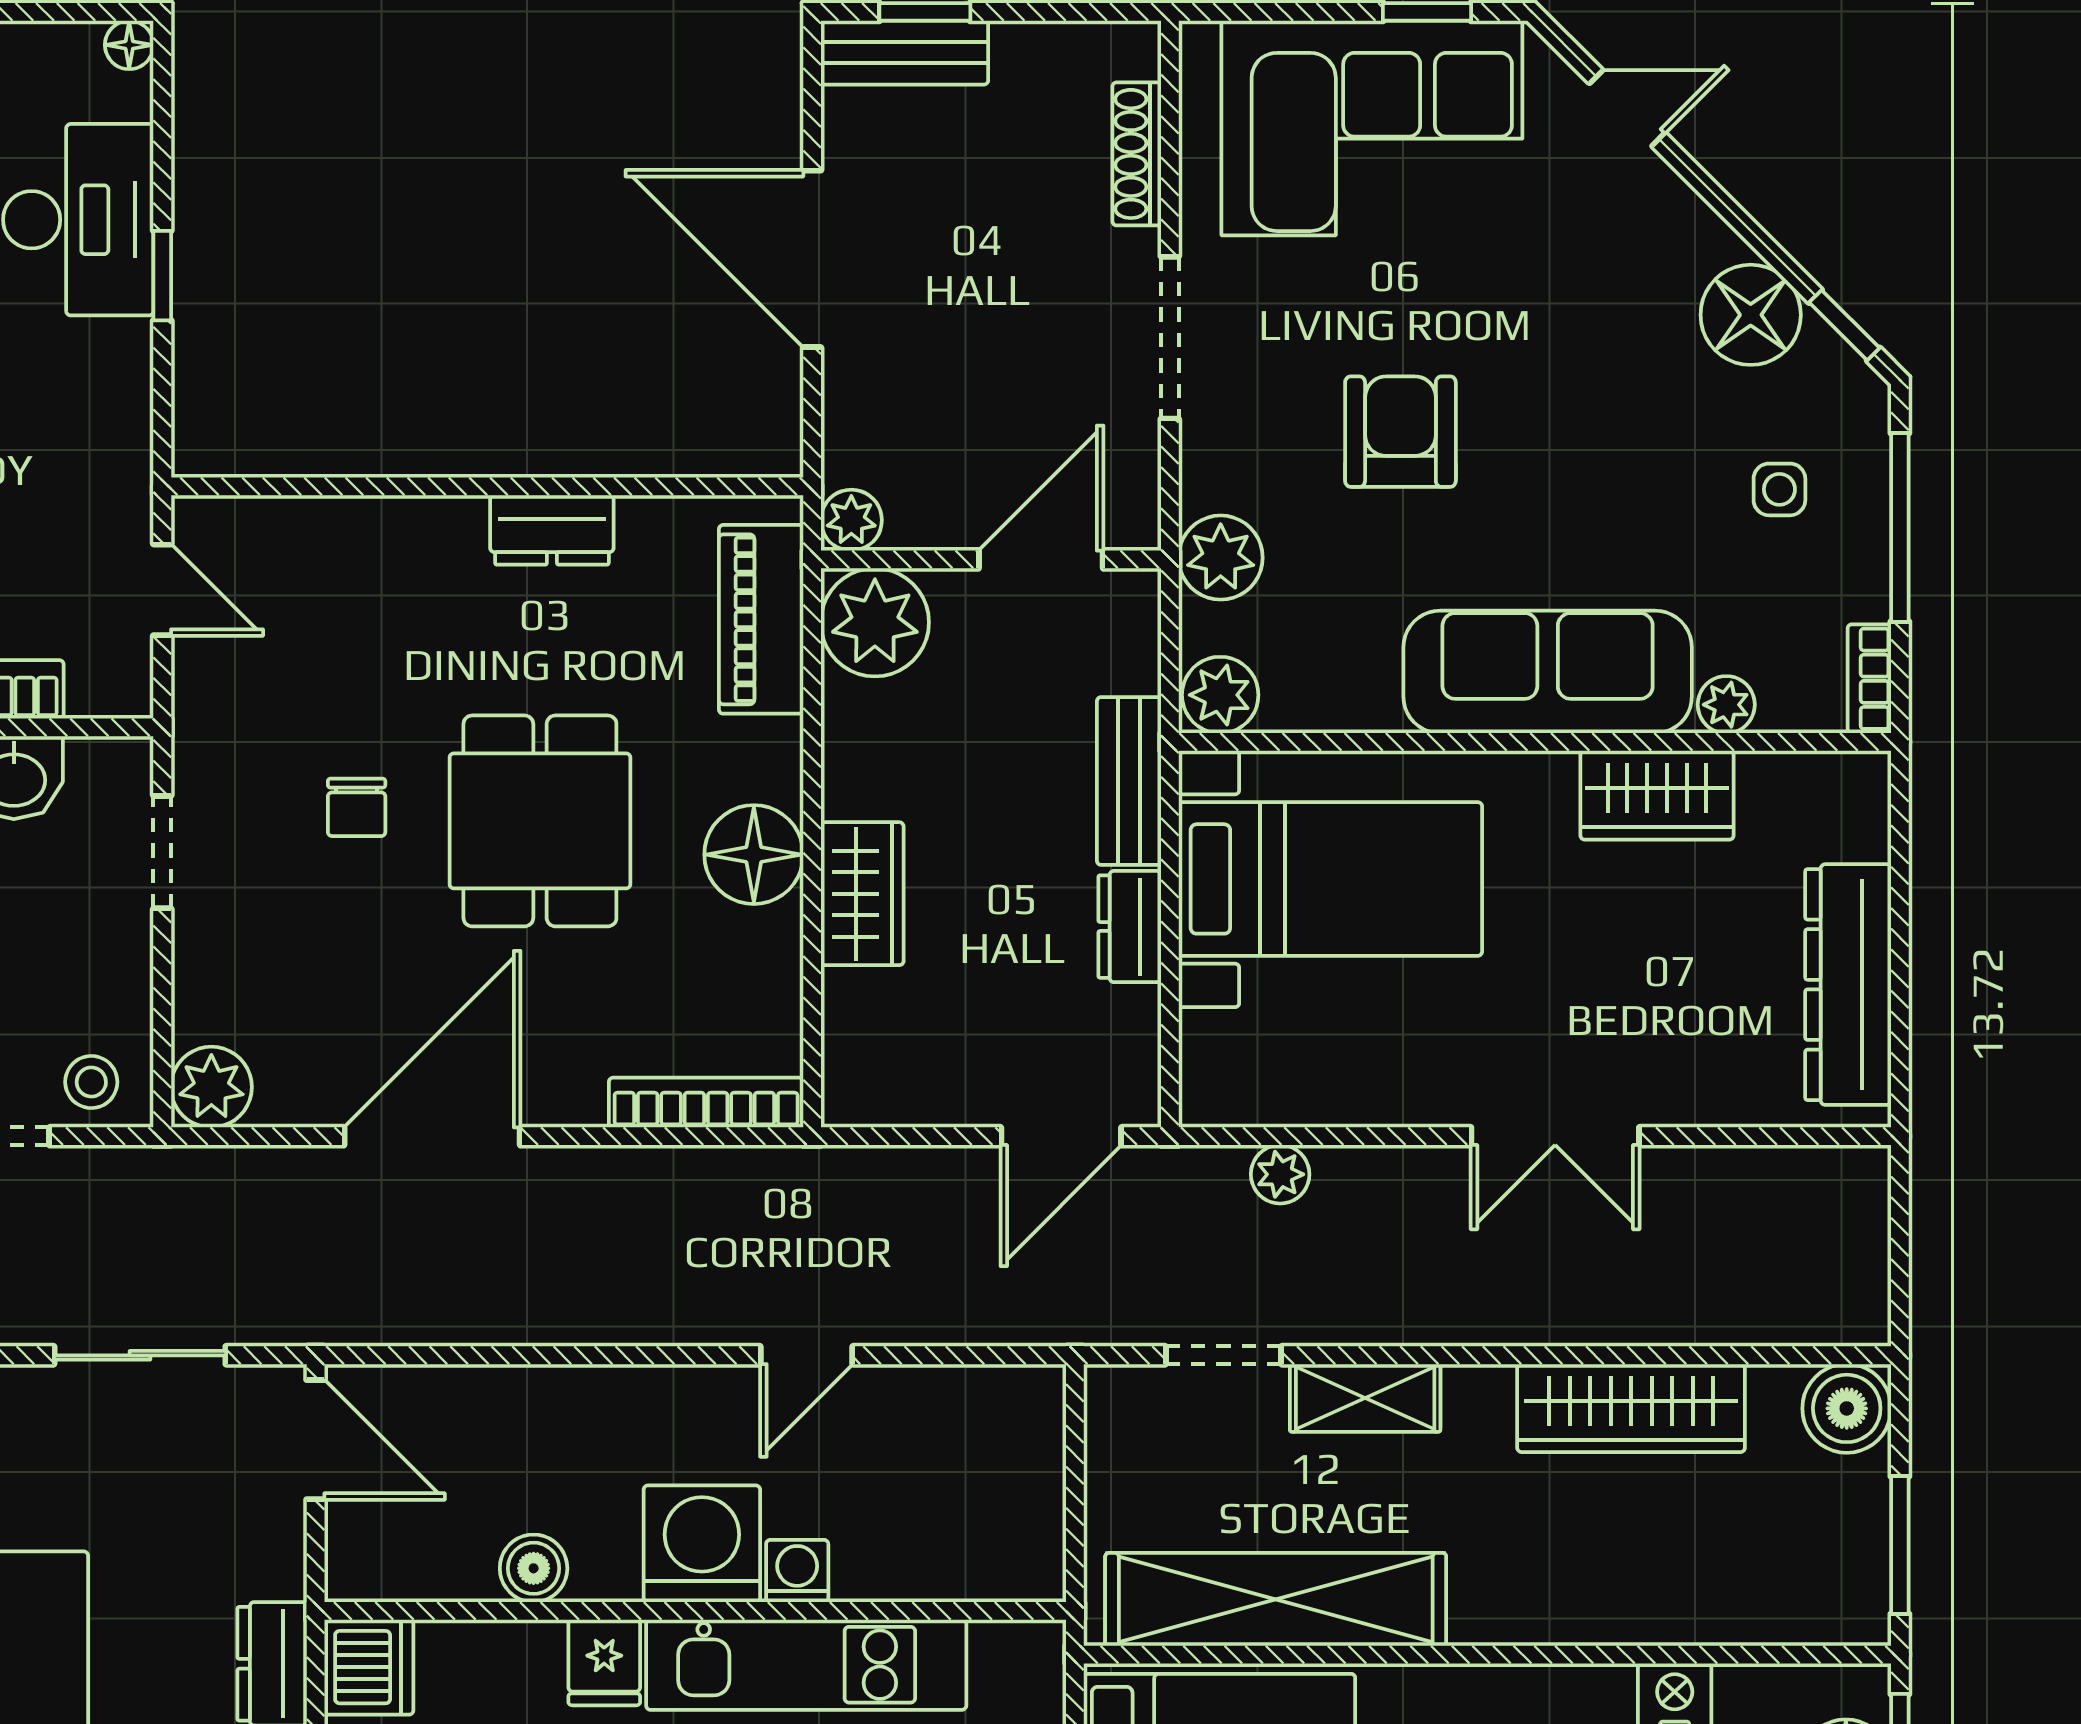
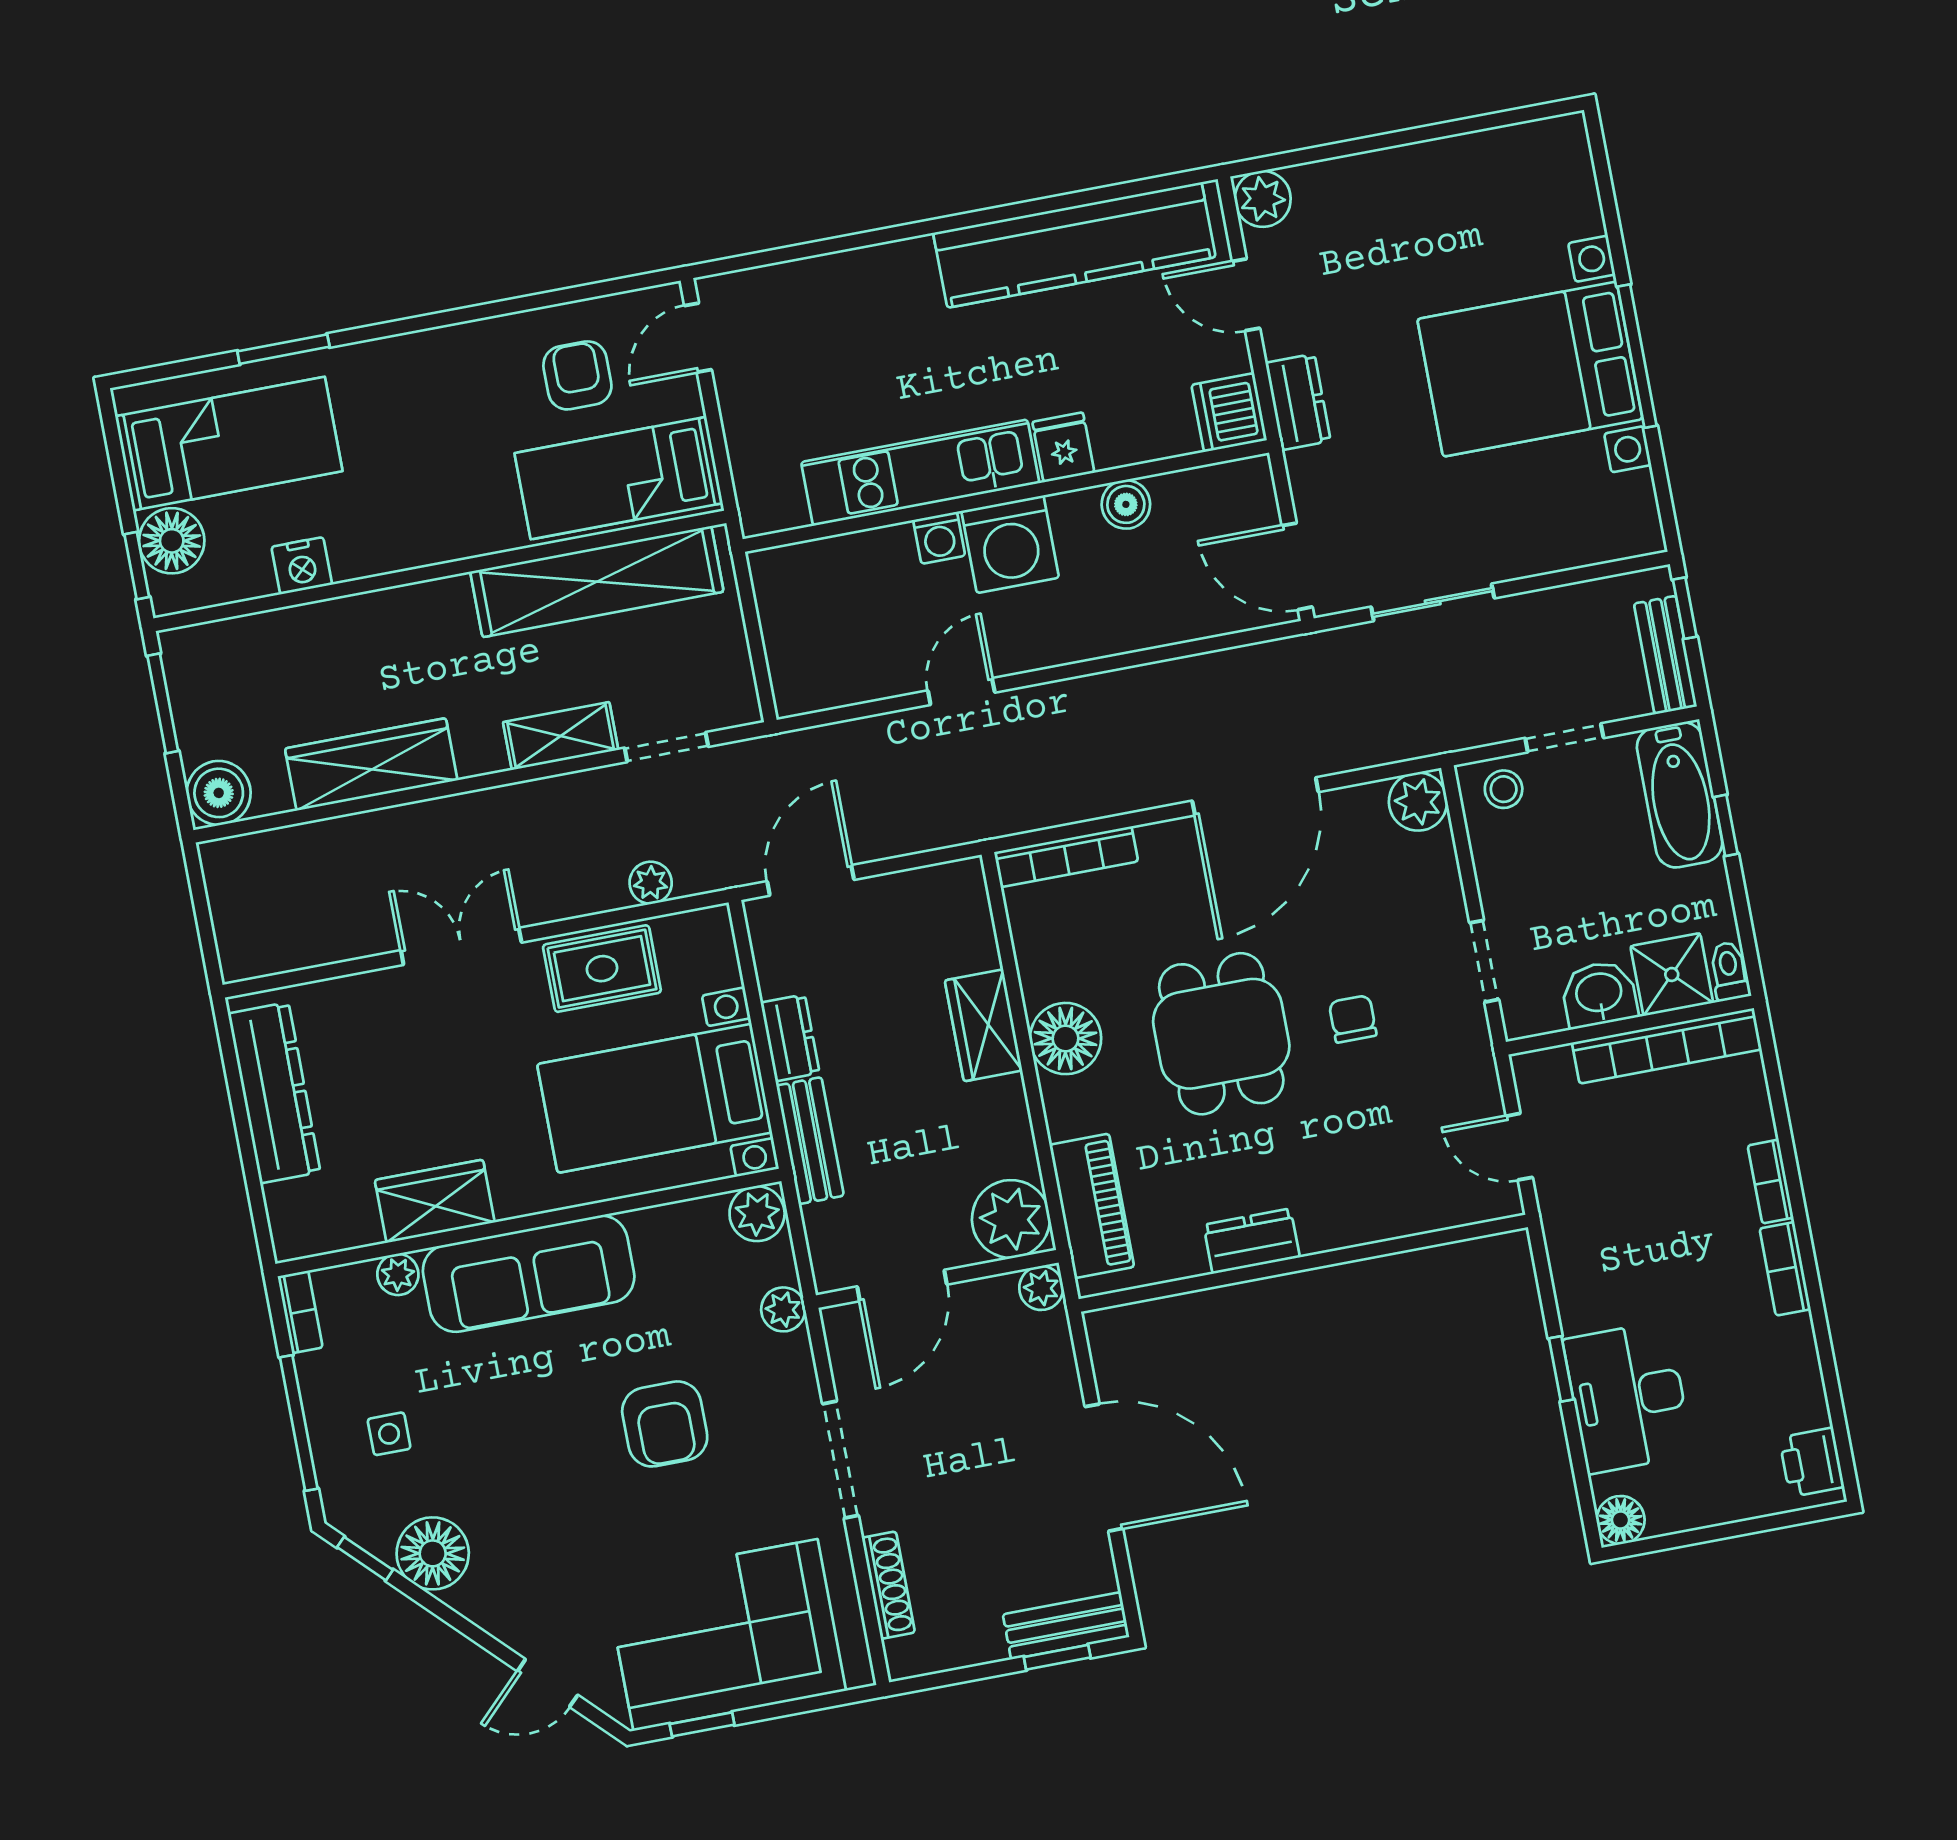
floor lamp: (129, 45) -> (1621, 1520), width x1.37, depth x1.37
plant: (1221, 558) -> (783, 1309), width x0.73, depth x0.73
rug: (1369, 1070) -> (602, 969), added

